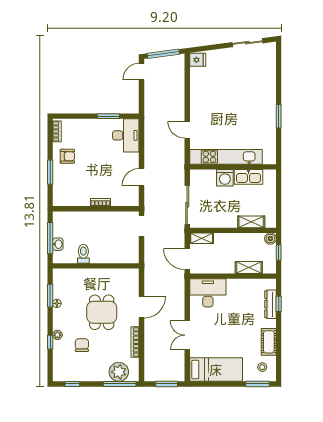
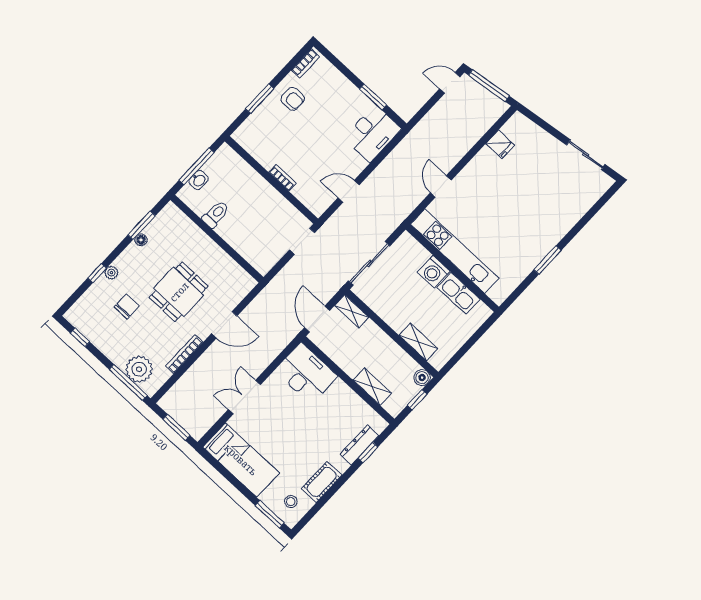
fridge: (198, 60) -> (500, 144), moved

